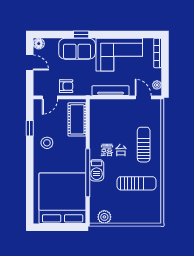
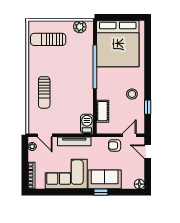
door: (30, 62) -> (148, 152), moved
cot: (77, 119) -> (103, 111), width x0.73, depth x0.75
barbecue: (97, 170) -> (87, 124), moved
sun lounger: (136, 183) -> (48, 39), moved

